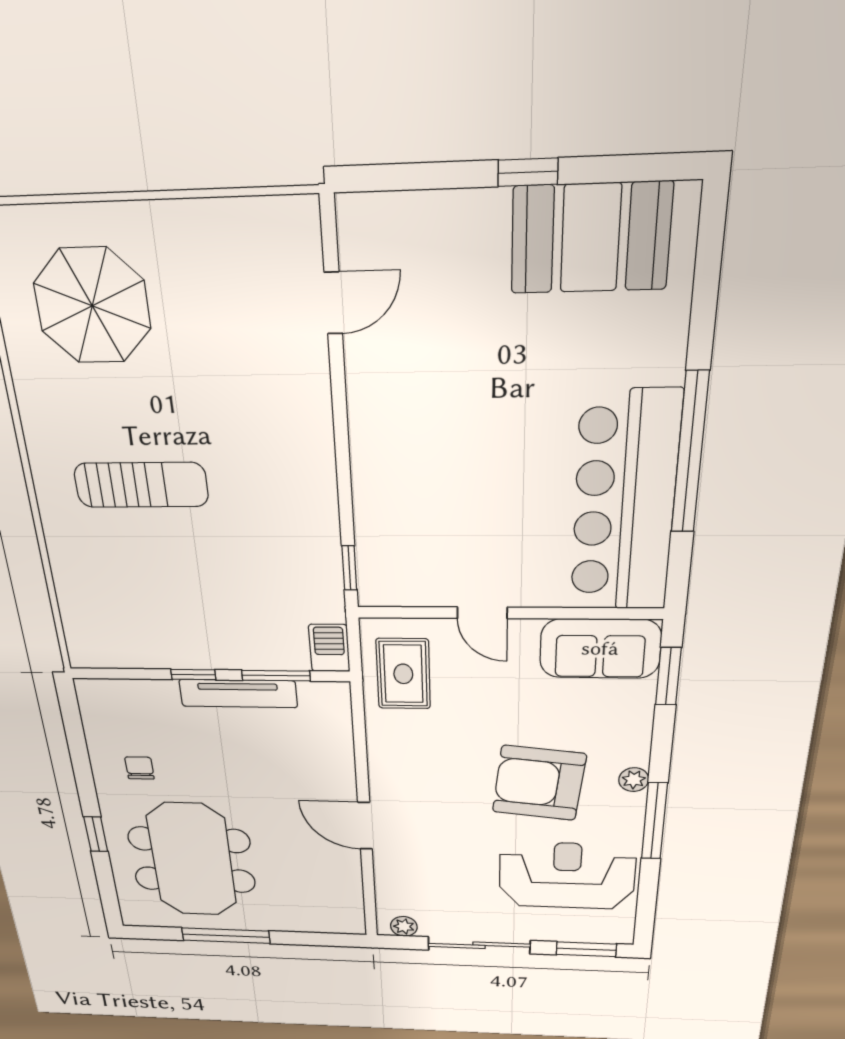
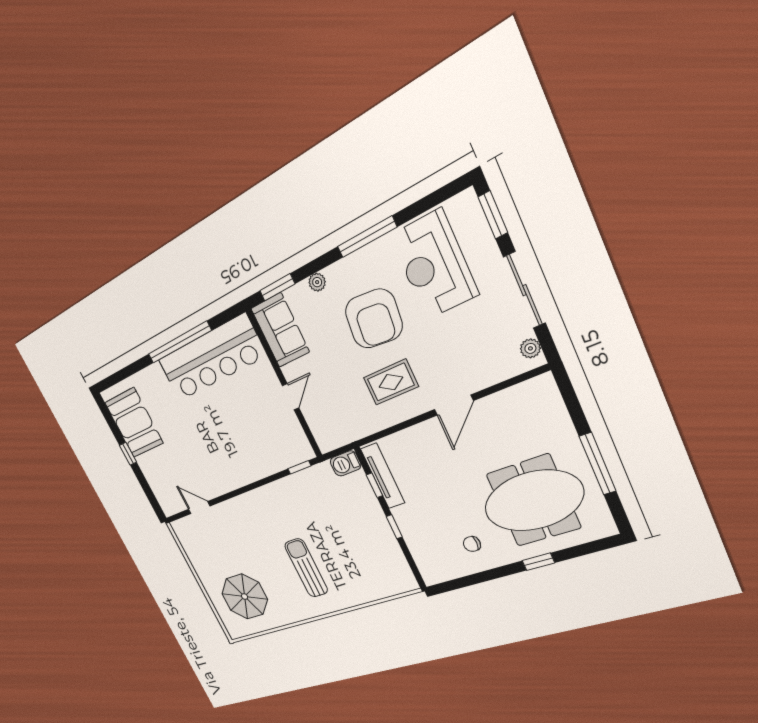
rug: (403, 674) -> (391, 382), moved
window: (276, 676) -> (374, 485), width x0.67
tv unit: (238, 694) -> (383, 476), moved
plant: (634, 780) -> (317, 282), moved

